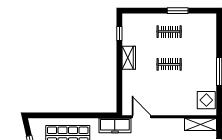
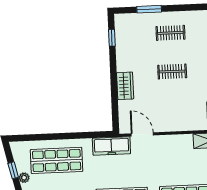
window: (178, 11) -> (149, 9), moved
wardrobe: (129, 58) -> (125, 86), moved

